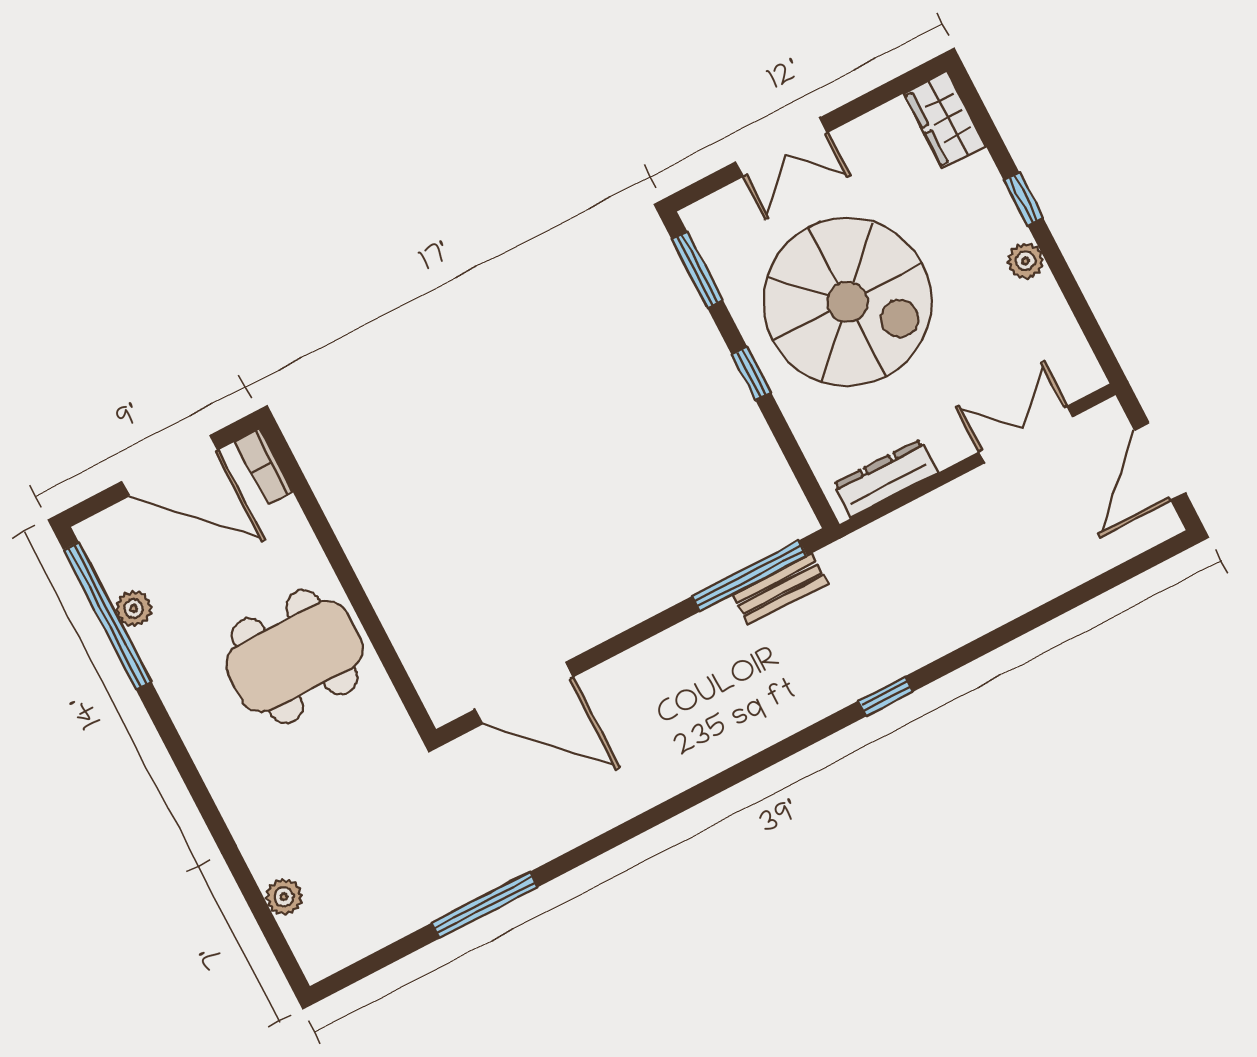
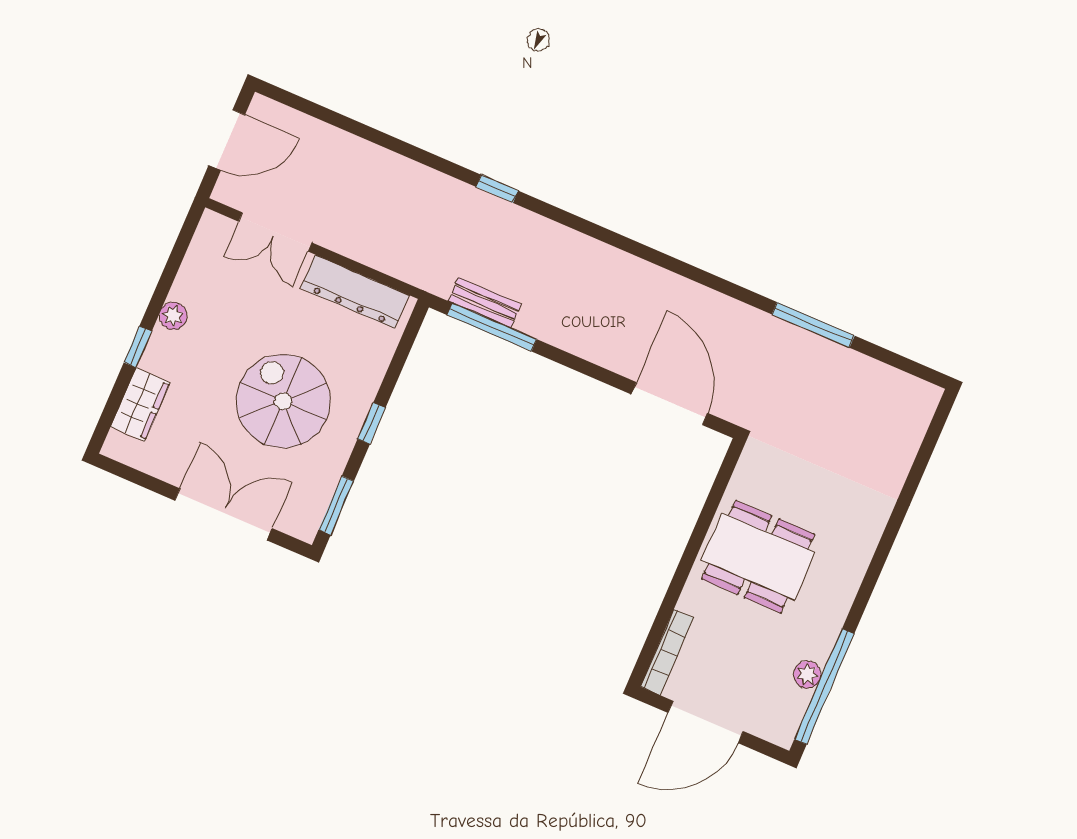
wardrobe: (945, 120) -> (140, 404), moved
double door: (782, 147) -> (223, 514), width x1.37
spiral stairs: (847, 302) -> (283, 401), width x0.73, depth x0.73
door: (170, 466) -> (706, 722), swing flipped
bookcase: (264, 467) -> (667, 652), width x1.56
dresser: (886, 478) -> (355, 292), width x1.37, depth x1.24
plant: (284, 897) -> (905, 447), removed

